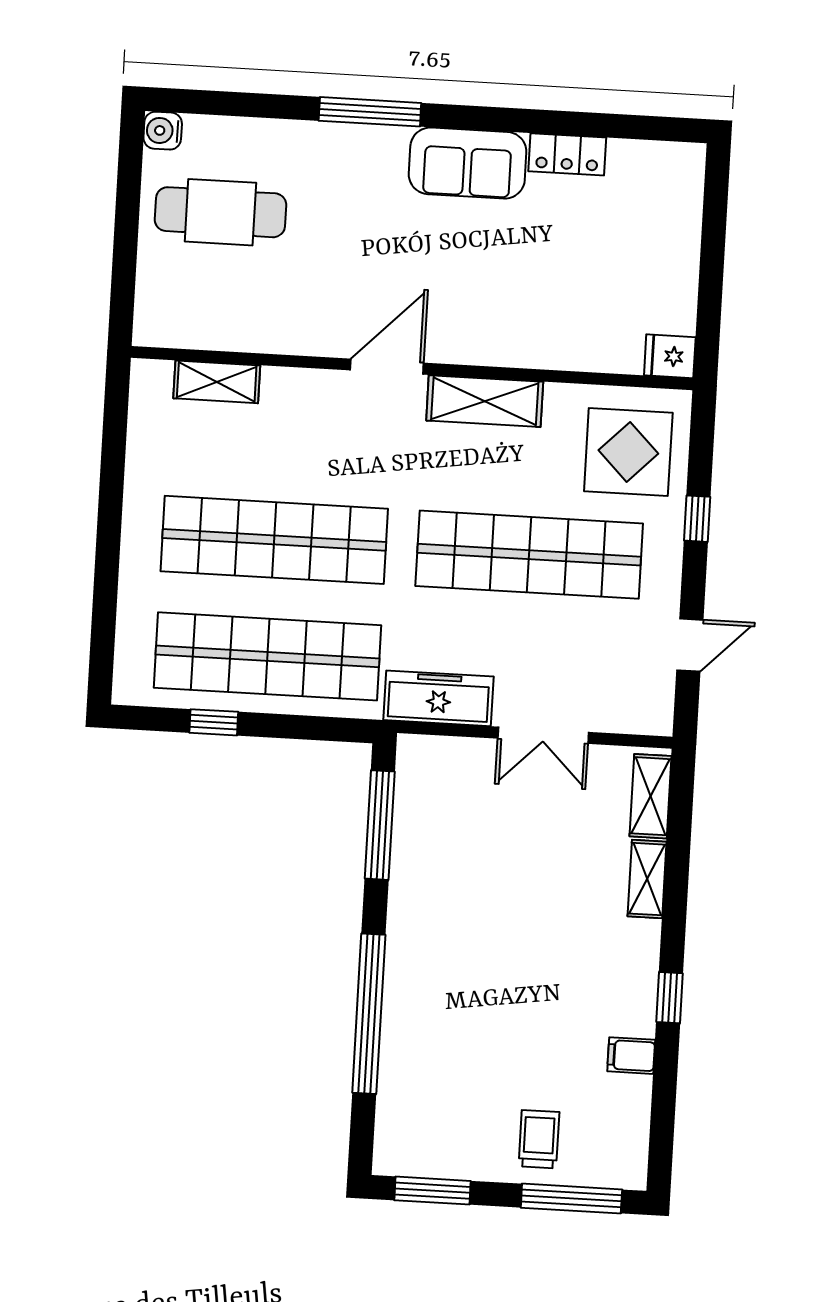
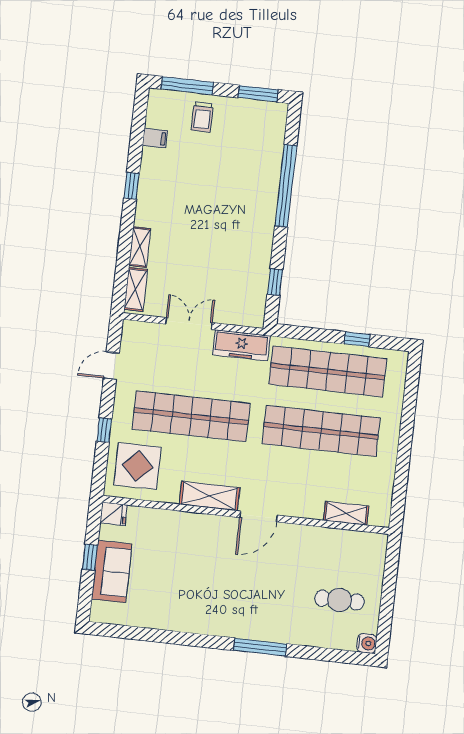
locker: (567, 154) -> (160, 620), removed
sofa: (468, 163) -> (112, 571), moved, turned 90
cafe table: (220, 212) -> (339, 600), width x0.73, depth x0.74
window: (711, 269) -> (90, 557), added
window: (380, 825) -> (275, 282), width x0.46
filing cabinet: (631, 1056) -> (155, 138), moved

